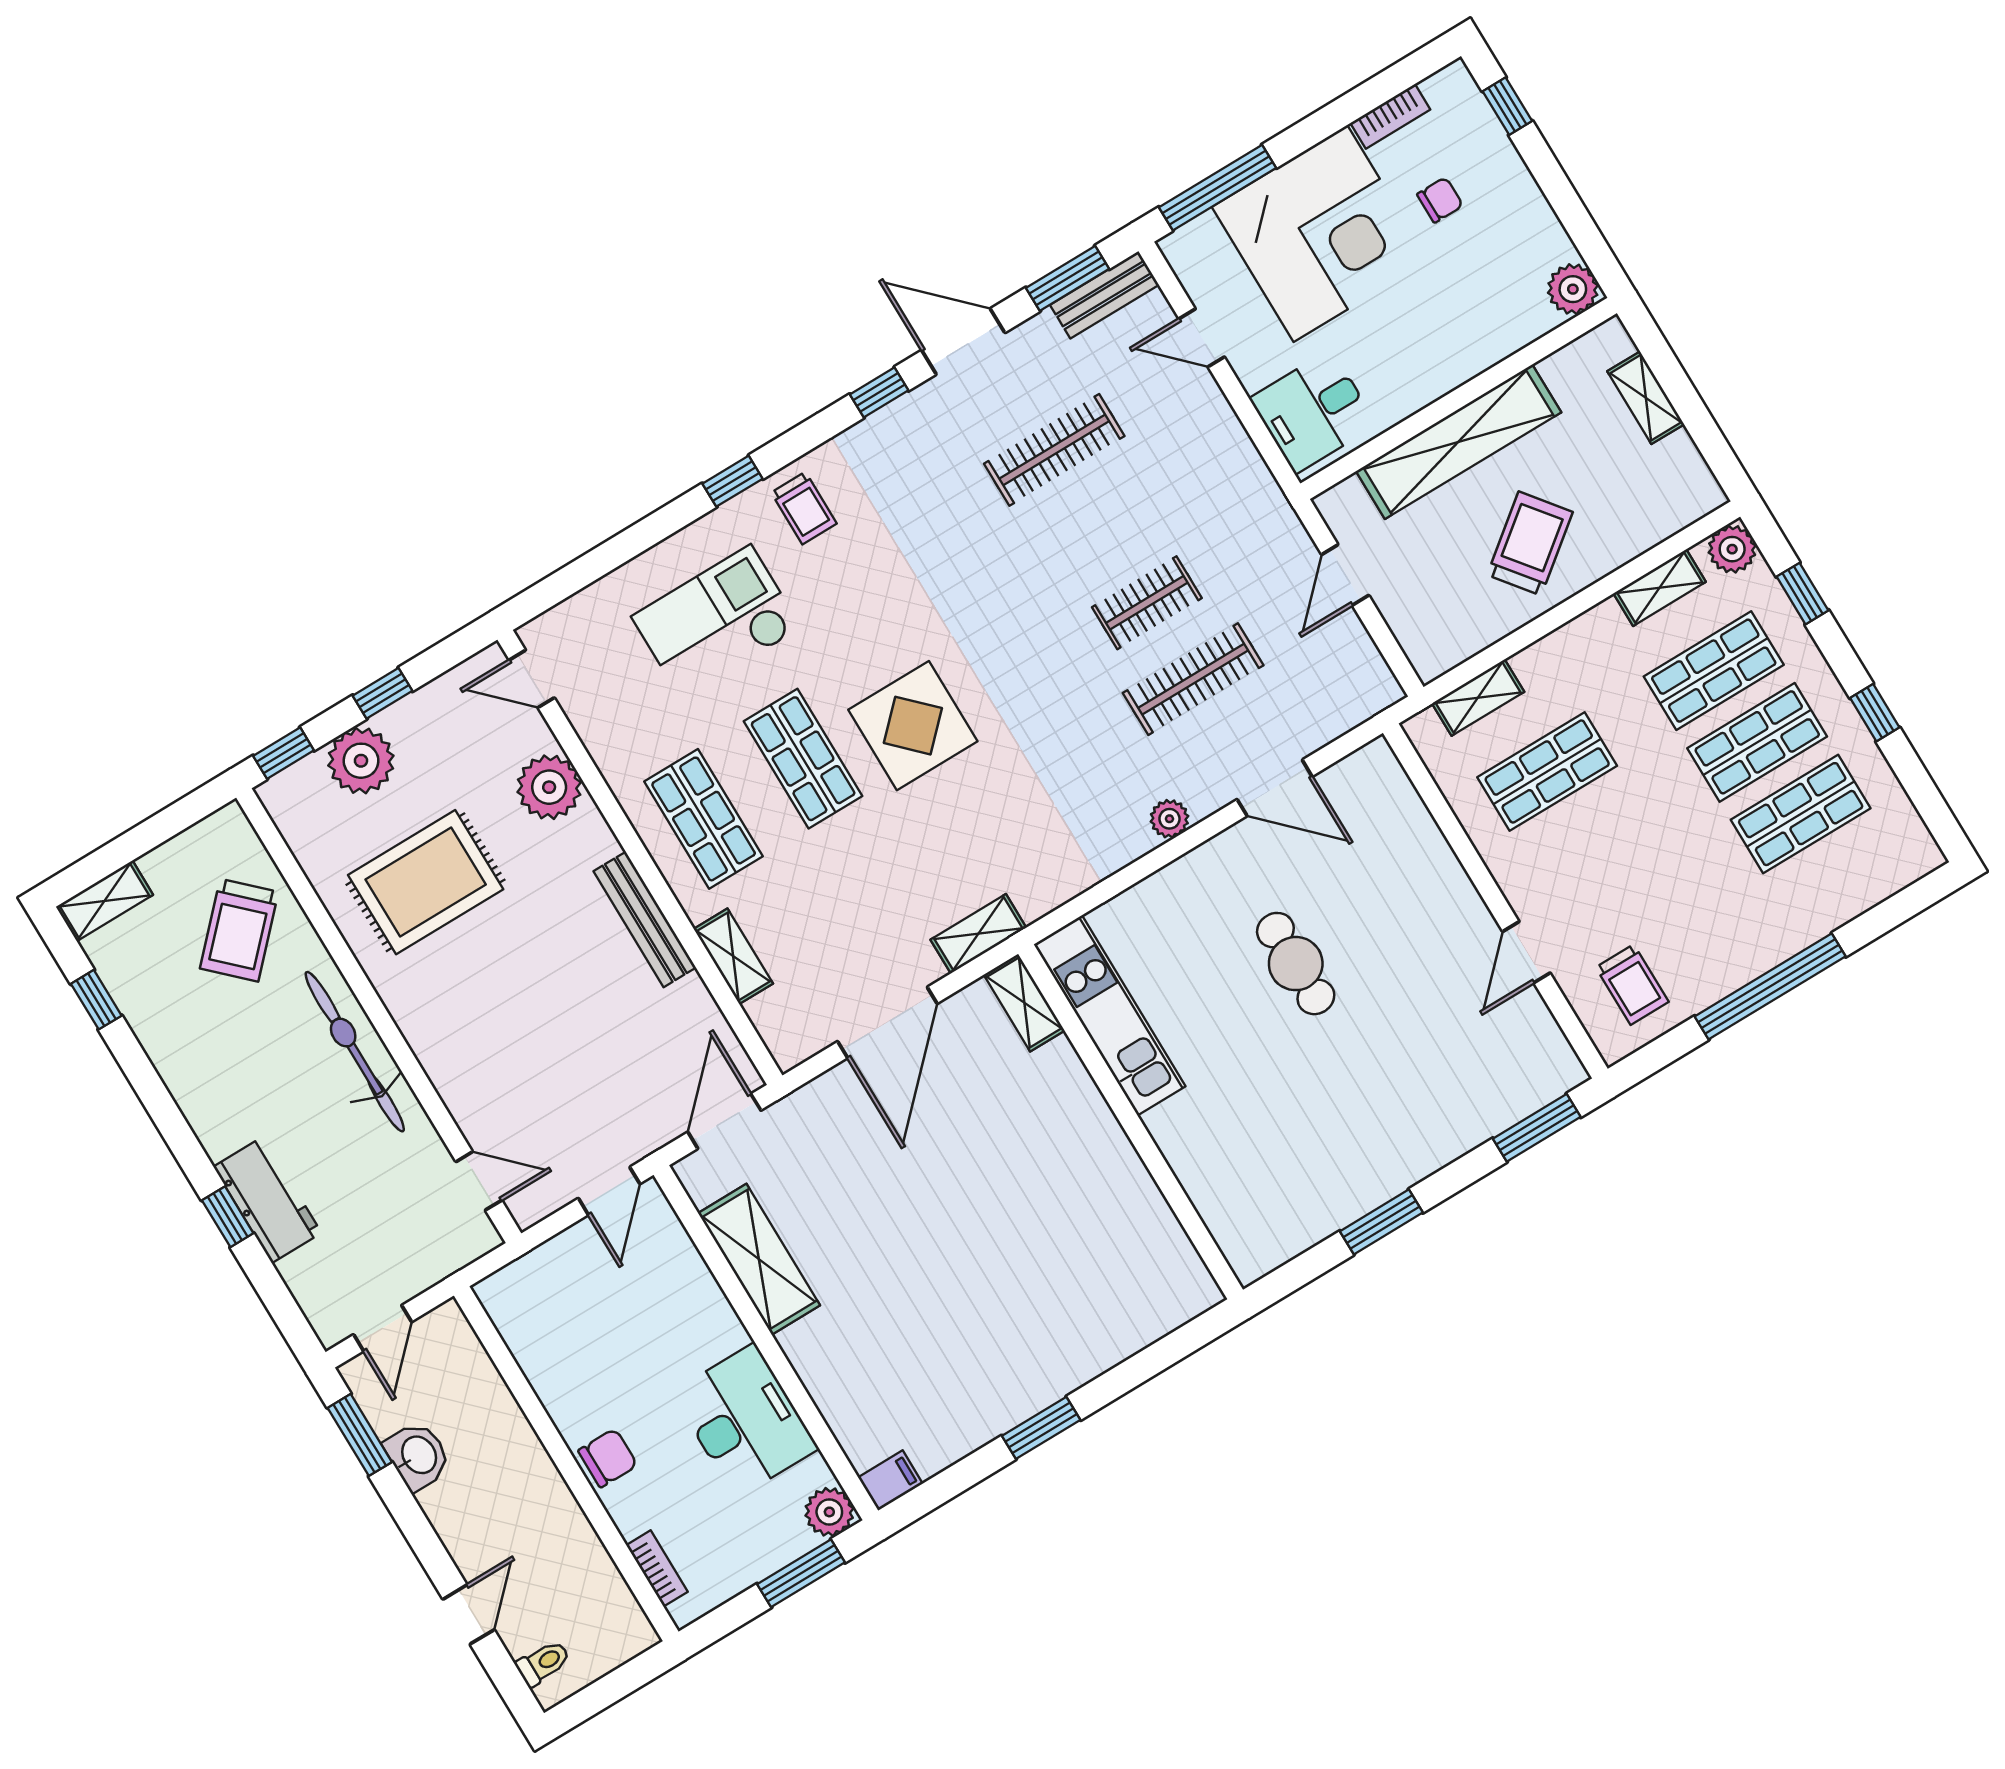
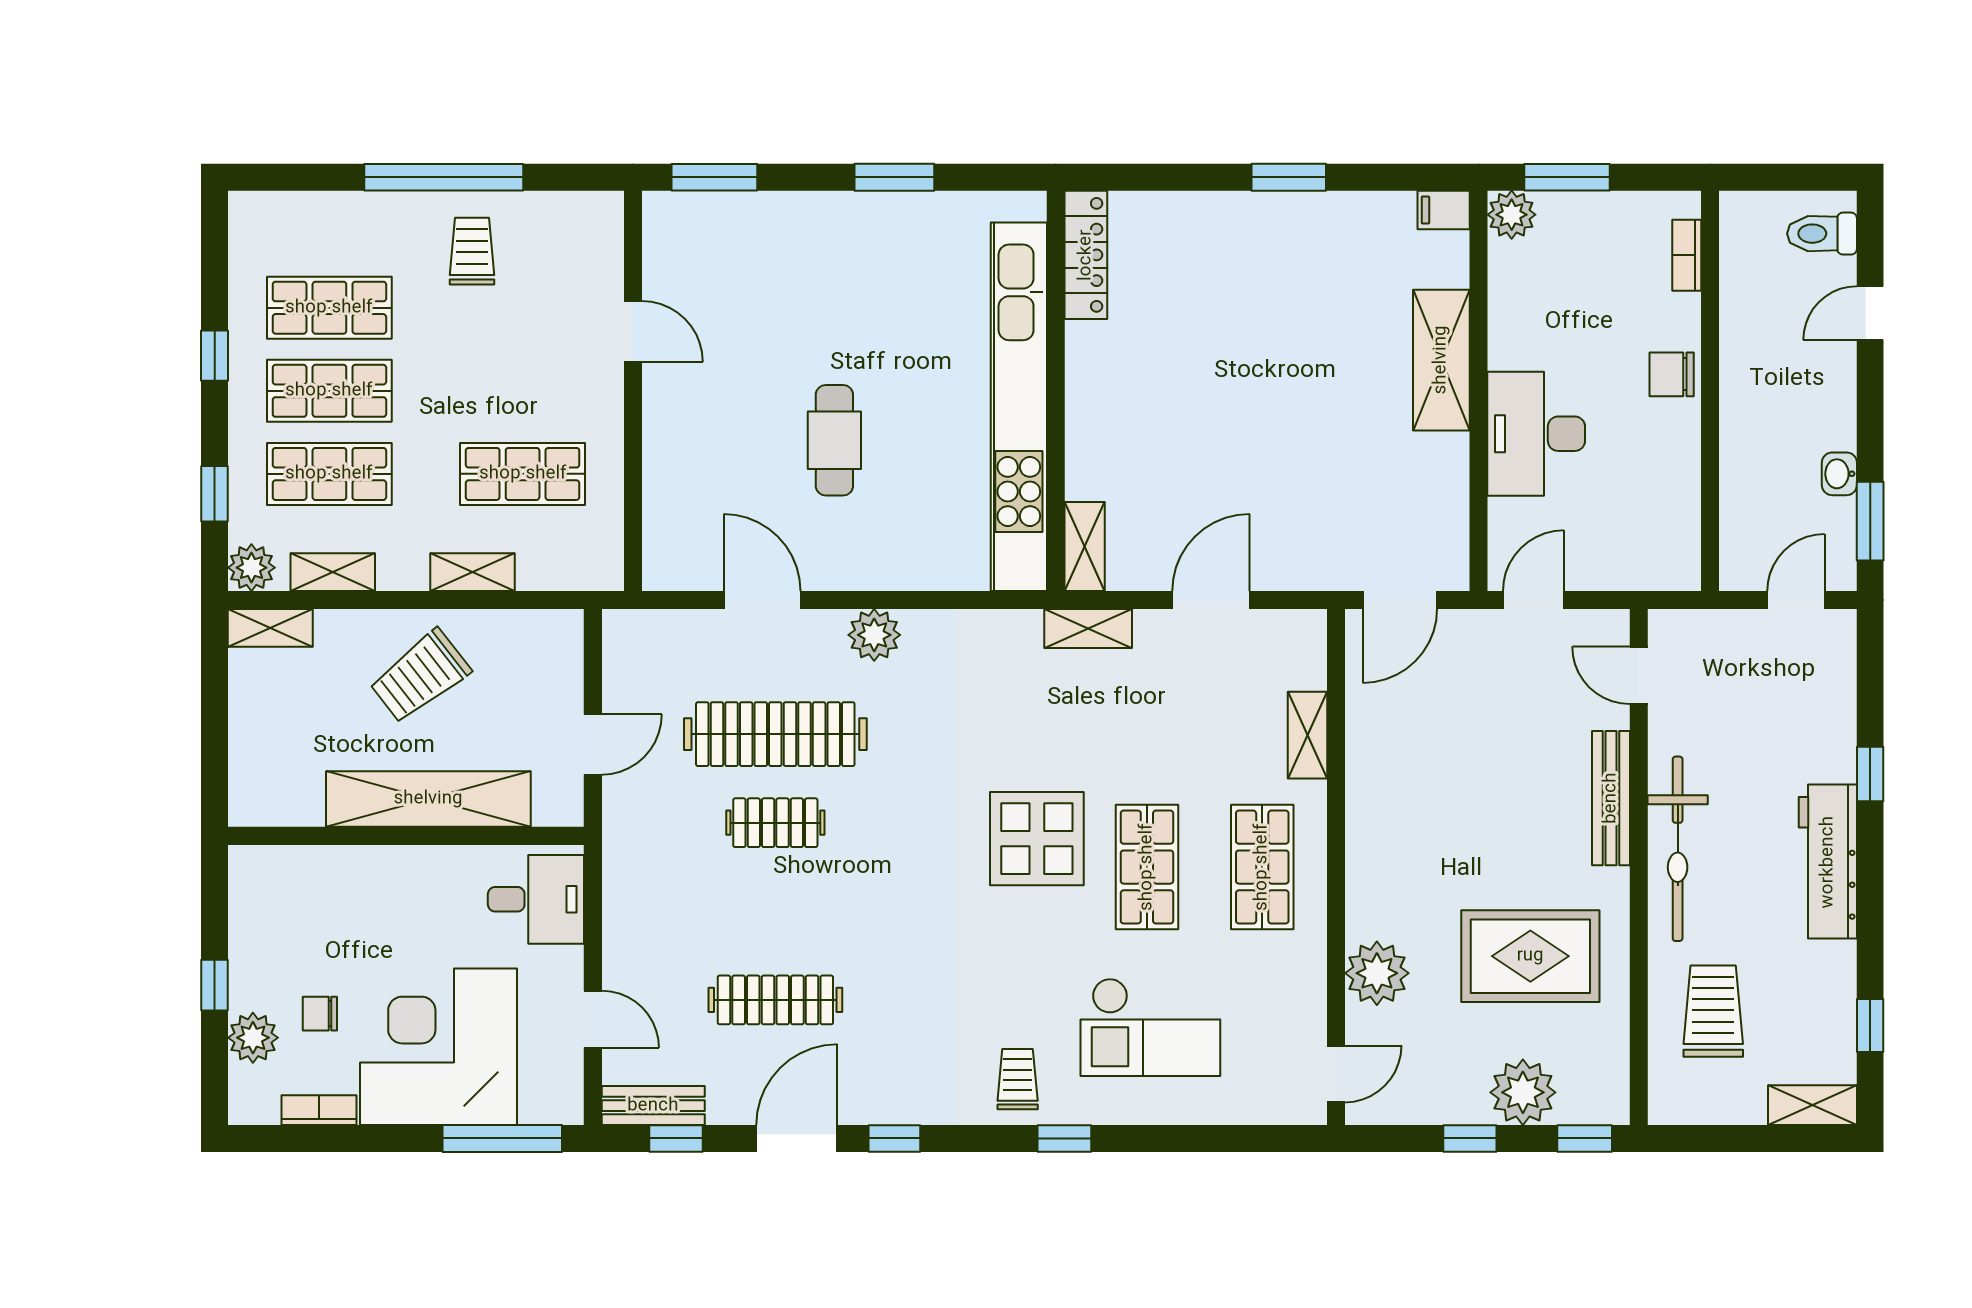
window: (1507, 106) -> (215, 985), moved
window: (1067, 278) -> (676, 1138), width x0.67
plant: (1573, 289) -> (253, 1038), moved
door: (963, 341) -> (797, 1138), swing flipped
shelving: (1646, 398) -> (270, 628), moved, turned 90
door: (532, 679) -> (1336, 1074), hinge flipped
clothes rail: (1193, 679) -> (775, 734), width x1.37, depth x1.31
shelving: (1478, 698) -> (473, 572), moved
plant: (1169, 819) -> (874, 635), width x1.38, depth x1.38
bench: (645, 919) -> (1611, 798), moved
trolley: (239, 930) -> (1713, 1011), turned -44
door: (1526, 952) -> (633, 331), hinge flipped
trolley: (1632, 985) -> (472, 251), moved
kitchen unit: (1110, 1015) -> (1019, 407), width x1.86
door: (887, 1022) -> (1211, 600), width x0.73
workbench: (267, 1200) -> (1828, 862), moved, width x1.38
locker: (1176, 1255) -> (1086, 255), added
shelving: (759, 1259) -> (1441, 360), moved
desk: (745, 1421) -> (1536, 434), moved
washbasin: (418, 1456) -> (1839, 474), width x0.72, depth x0.69
toilet: (543, 1663) -> (1822, 234), width x1.37, depth x1.39

